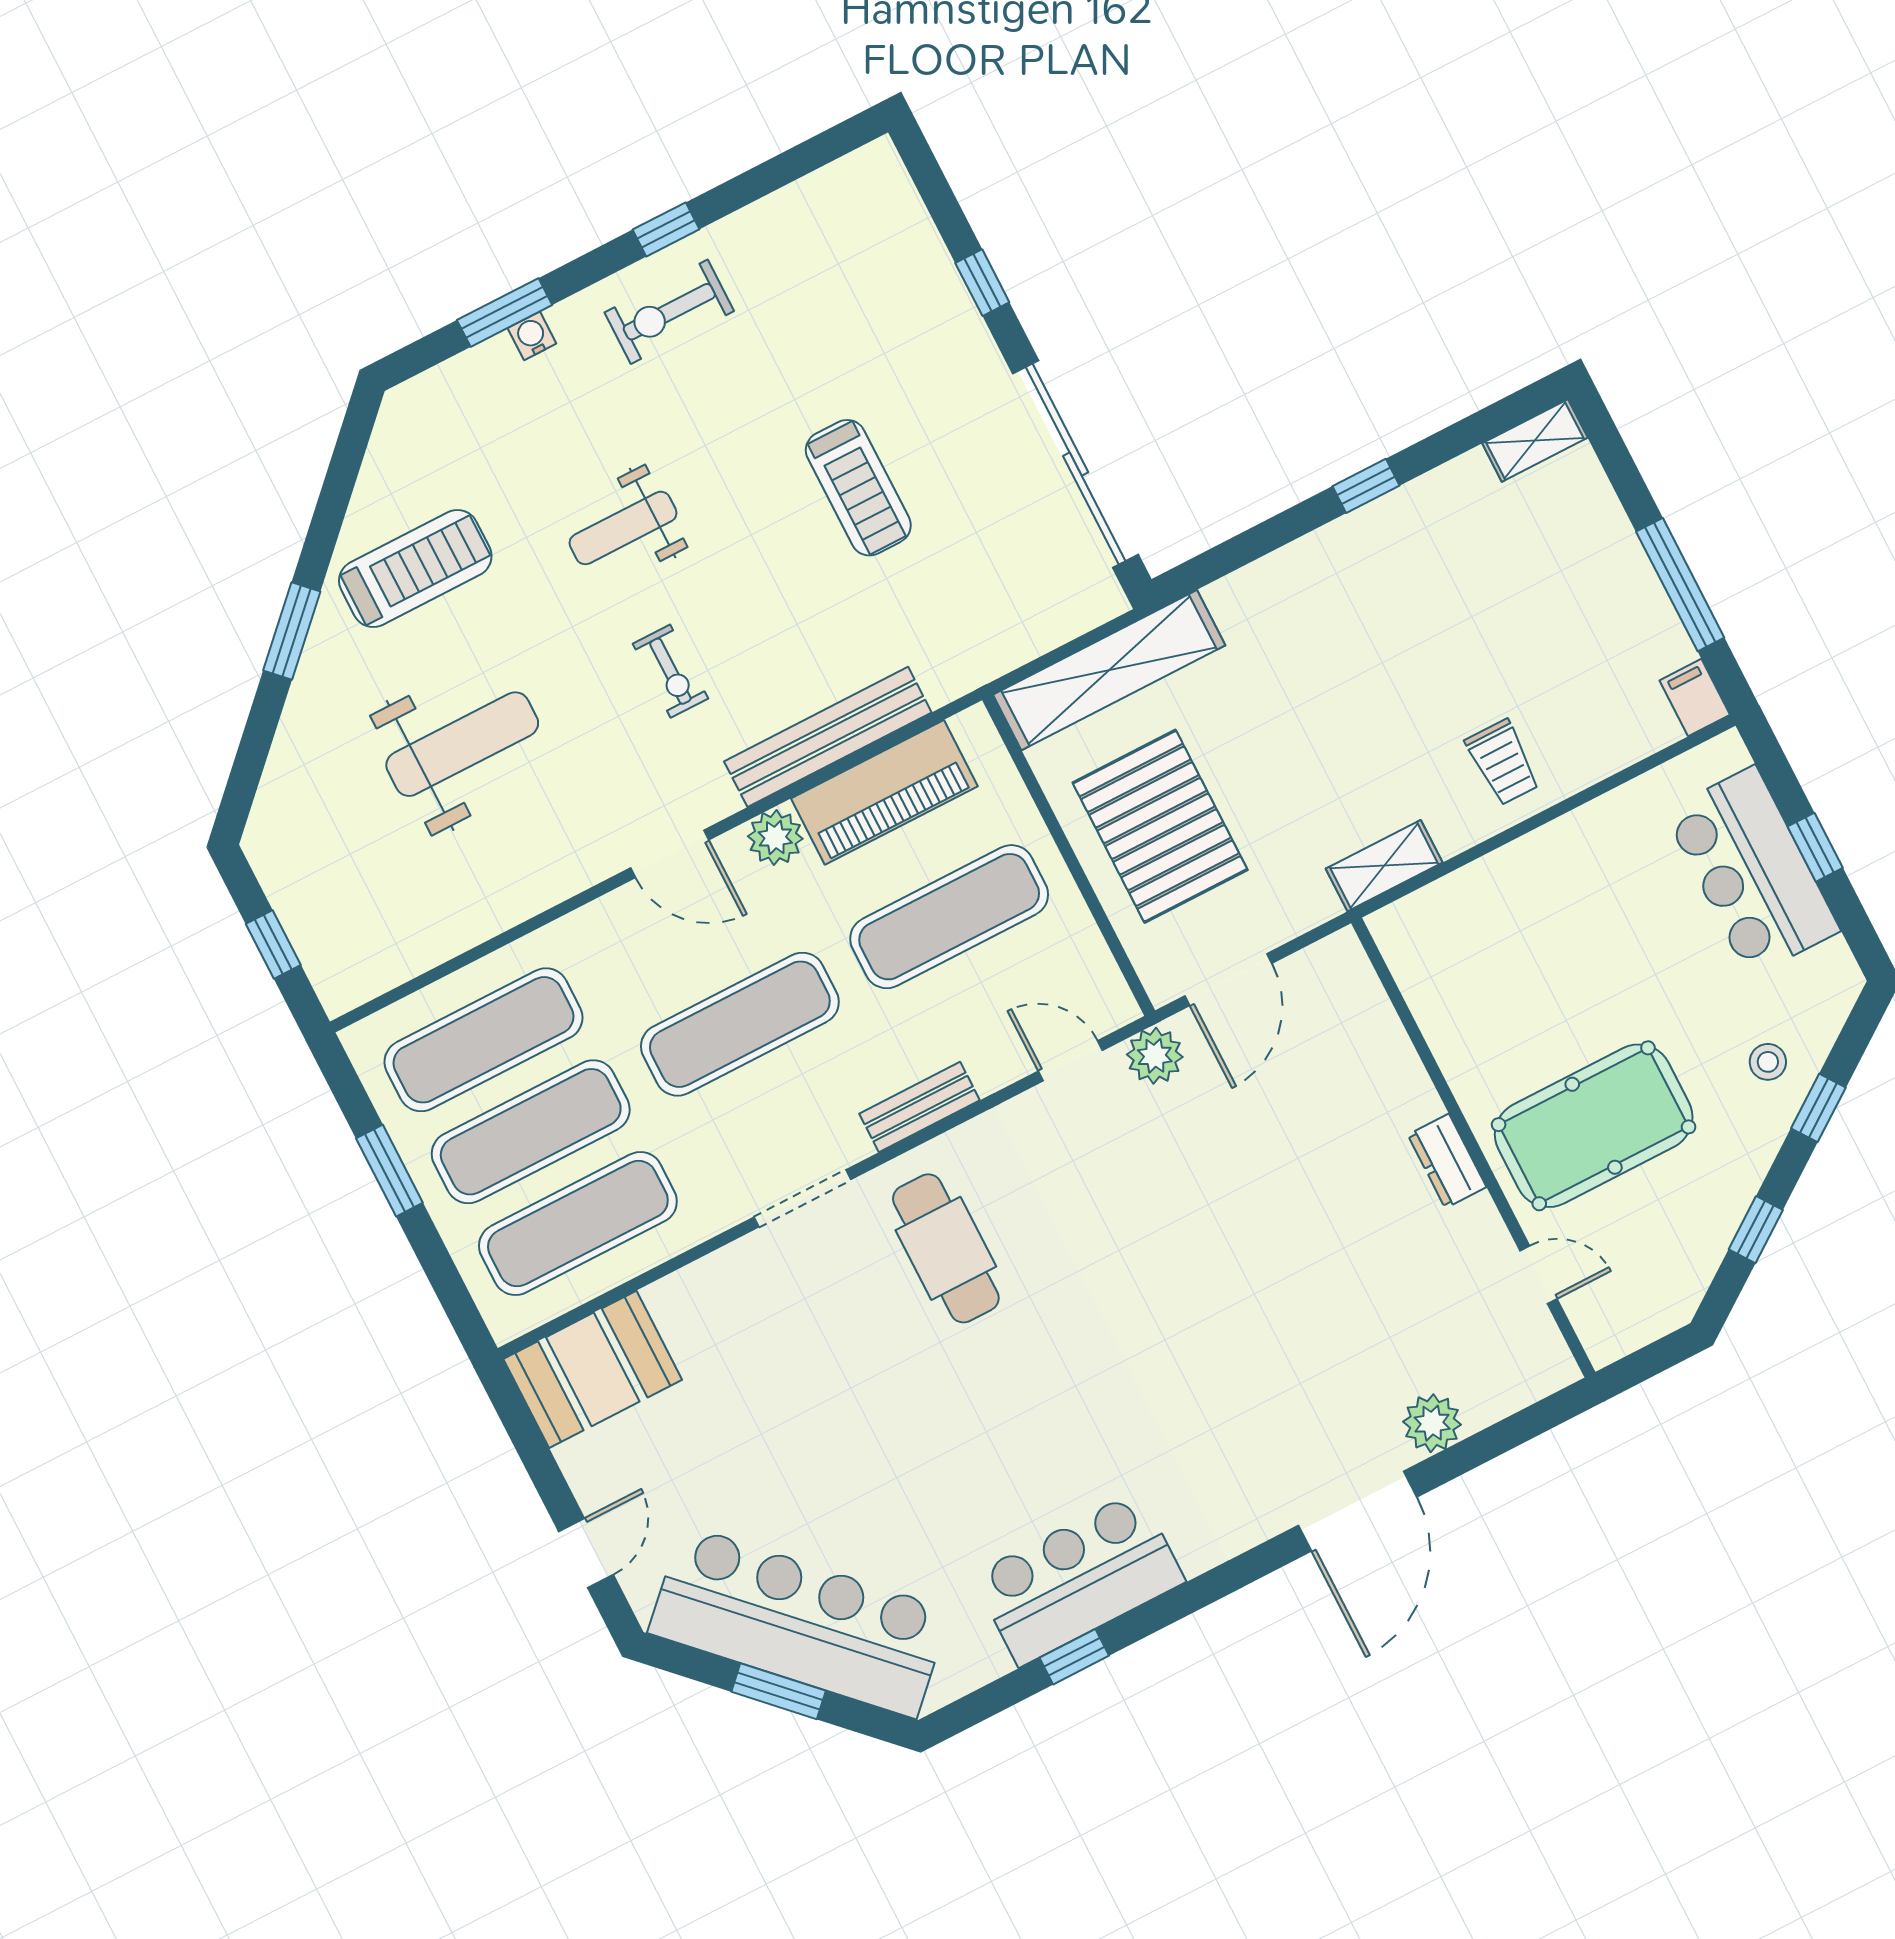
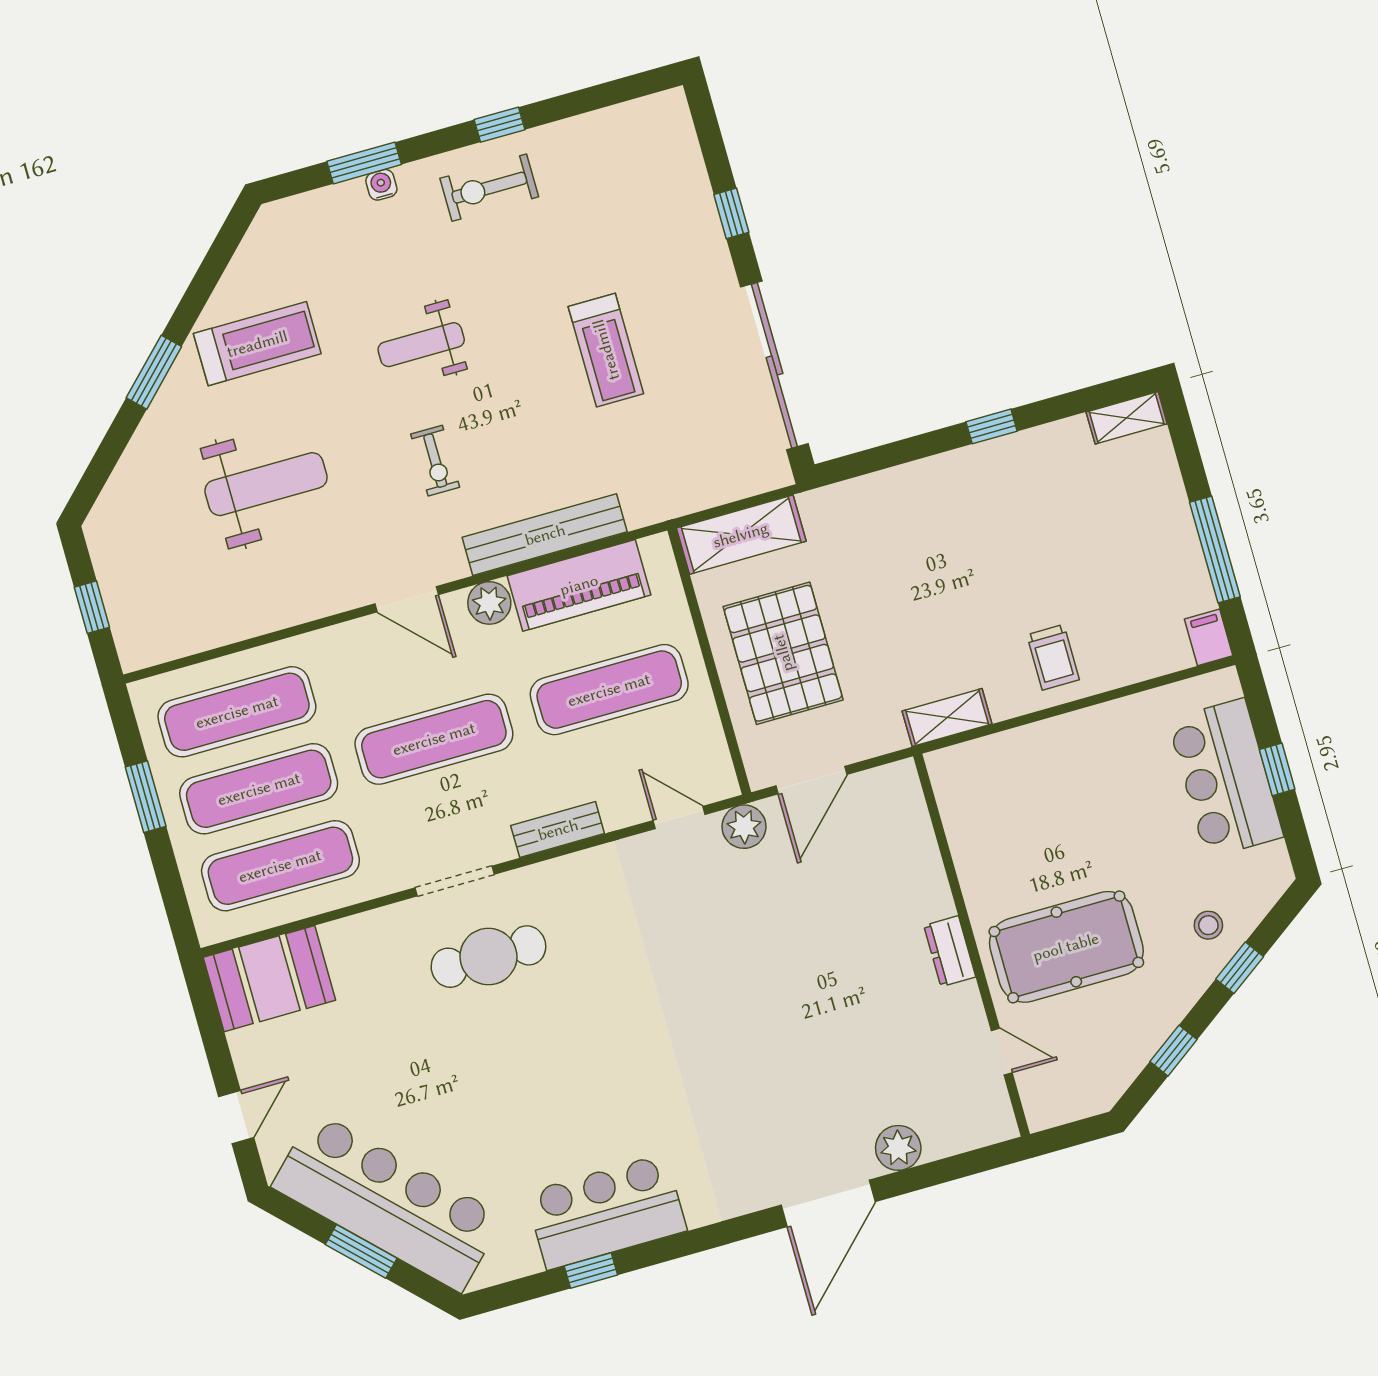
shelving: (1109, 670) -> (741, 535), width x0.68
cafe table: (946, 1248) -> (488, 957), moved, turned 90

